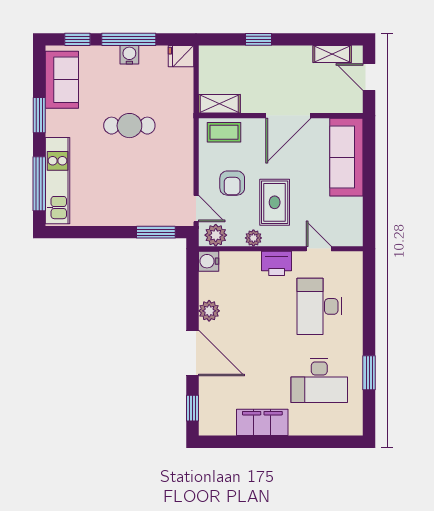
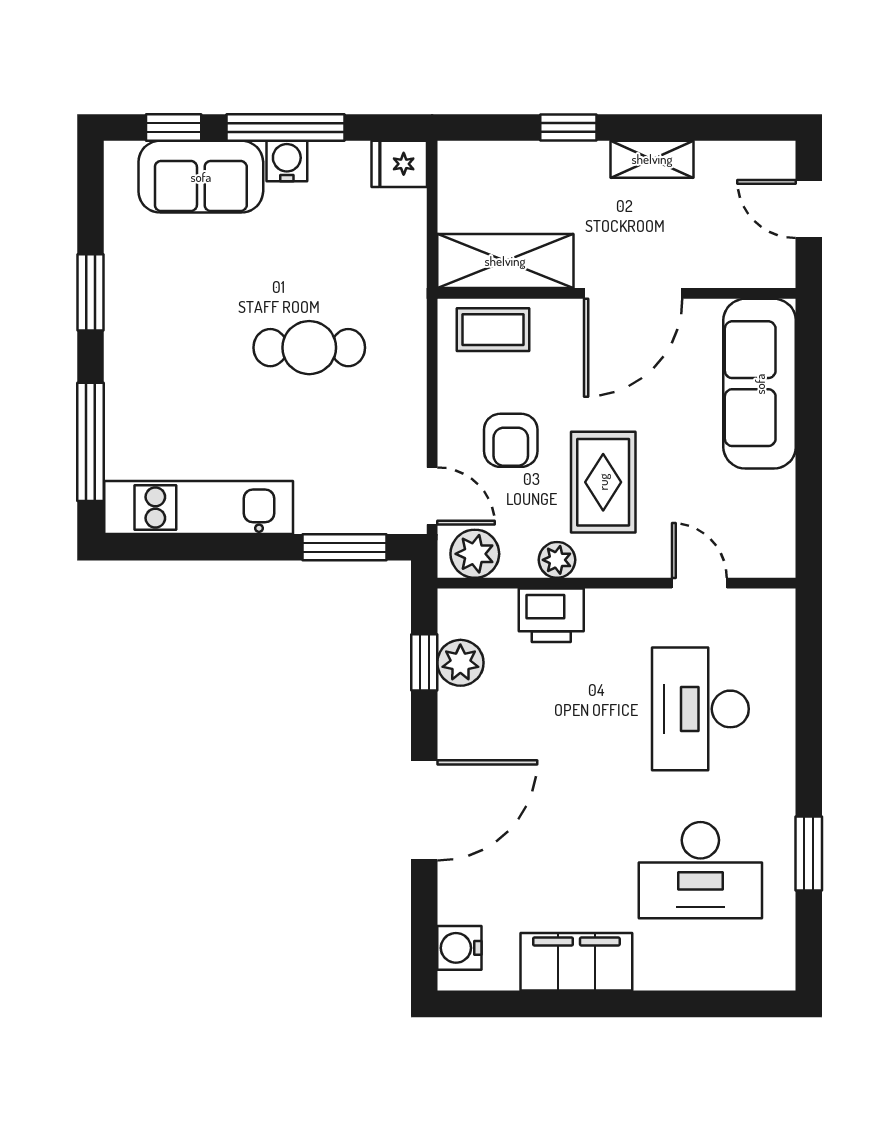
shelving: (332, 54) -> (652, 159), moved
sofa: (62, 80) -> (201, 177), moved, turned 90
shelving: (219, 104) -> (505, 261), width x1.50, depth x1.33
cafe table: (129, 126) -> (309, 348), moved
kitchen unit: (58, 181) -> (199, 507), moved, turned -90
water cooler: (209, 261) -> (459, 948), moved
printer: (277, 263) -> (551, 615), moved
plant: (209, 311) -> (460, 663), moved
door: (192, 353) -> (424, 810), hinge flipped
window: (192, 408) -> (424, 662), moved

